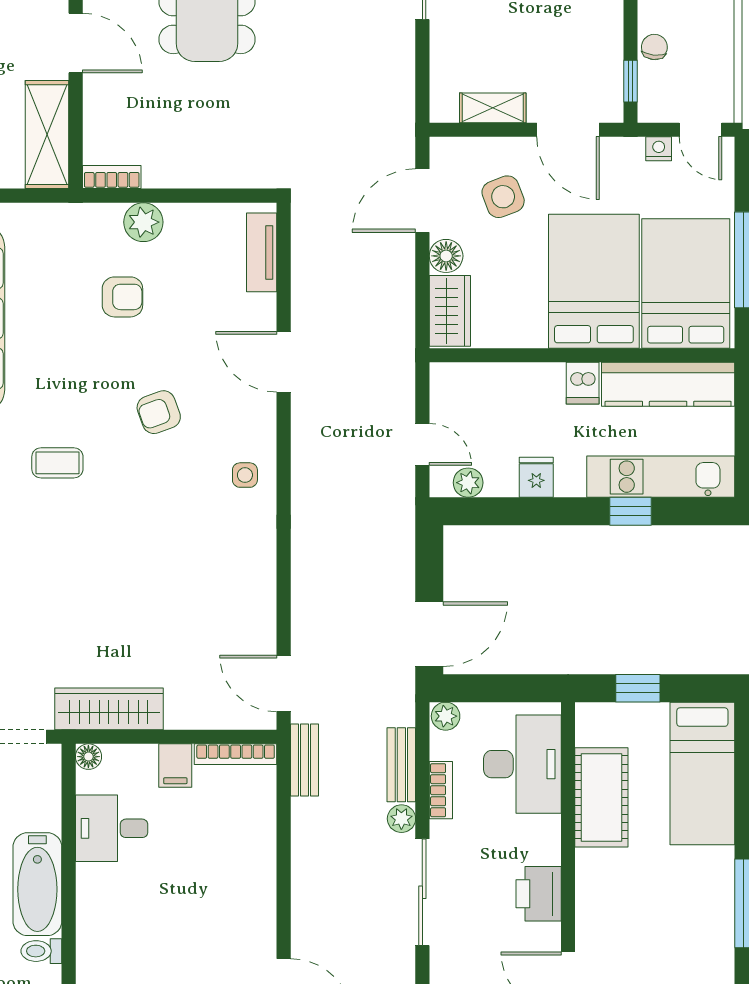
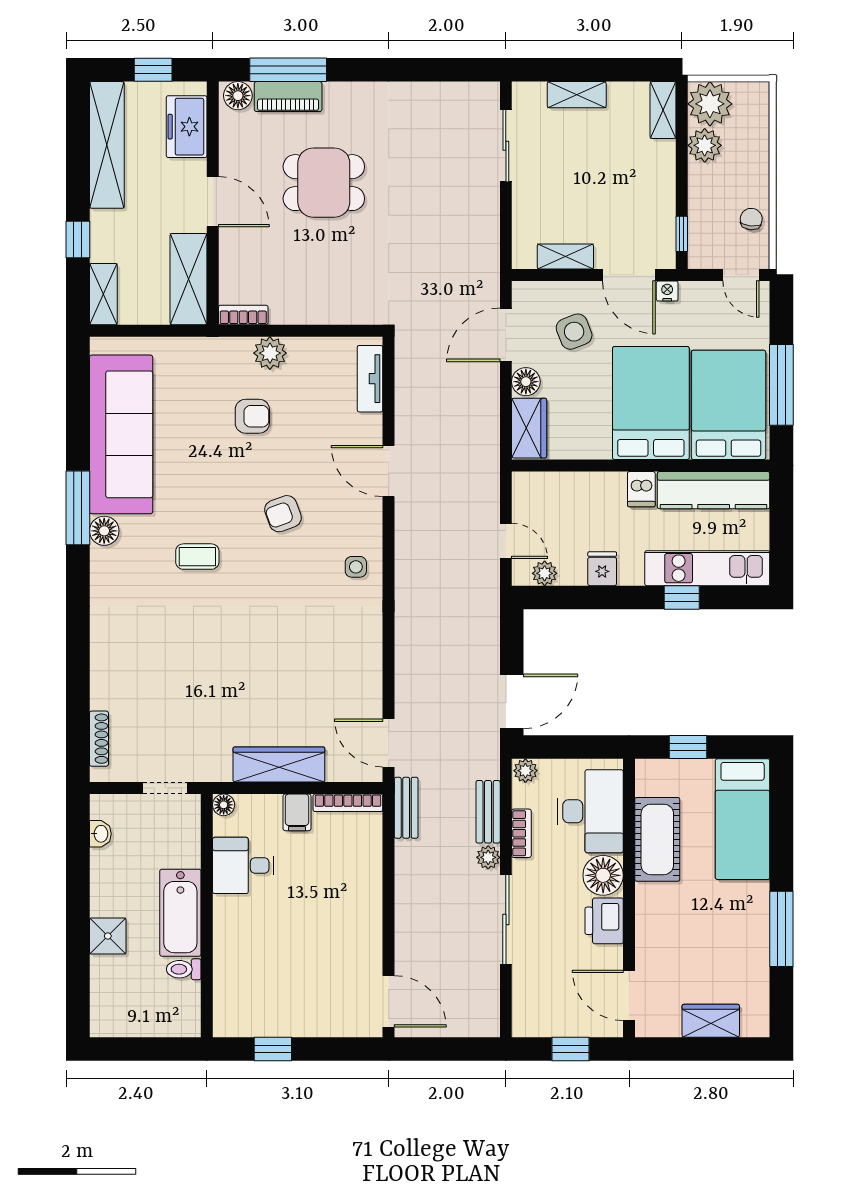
chair: (654, 47) -> (751, 219), moved
nightstand: (659, 149) -> (667, 291), moved
wardrobe: (109, 709) -> (279, 764), moved
floor lamp: (537, 840) -> (603, 875), added

